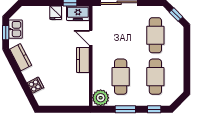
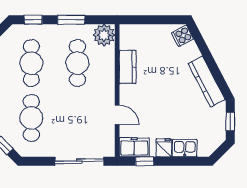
kitchen sink: (16, 29) -> (185, 148), moved, turned 90
kitchen counter: (21, 57) -> (207, 82), width x1.50
kitchen counter: (83, 60) -> (128, 67), moved
cooker: (35, 85) -> (182, 36), moved

